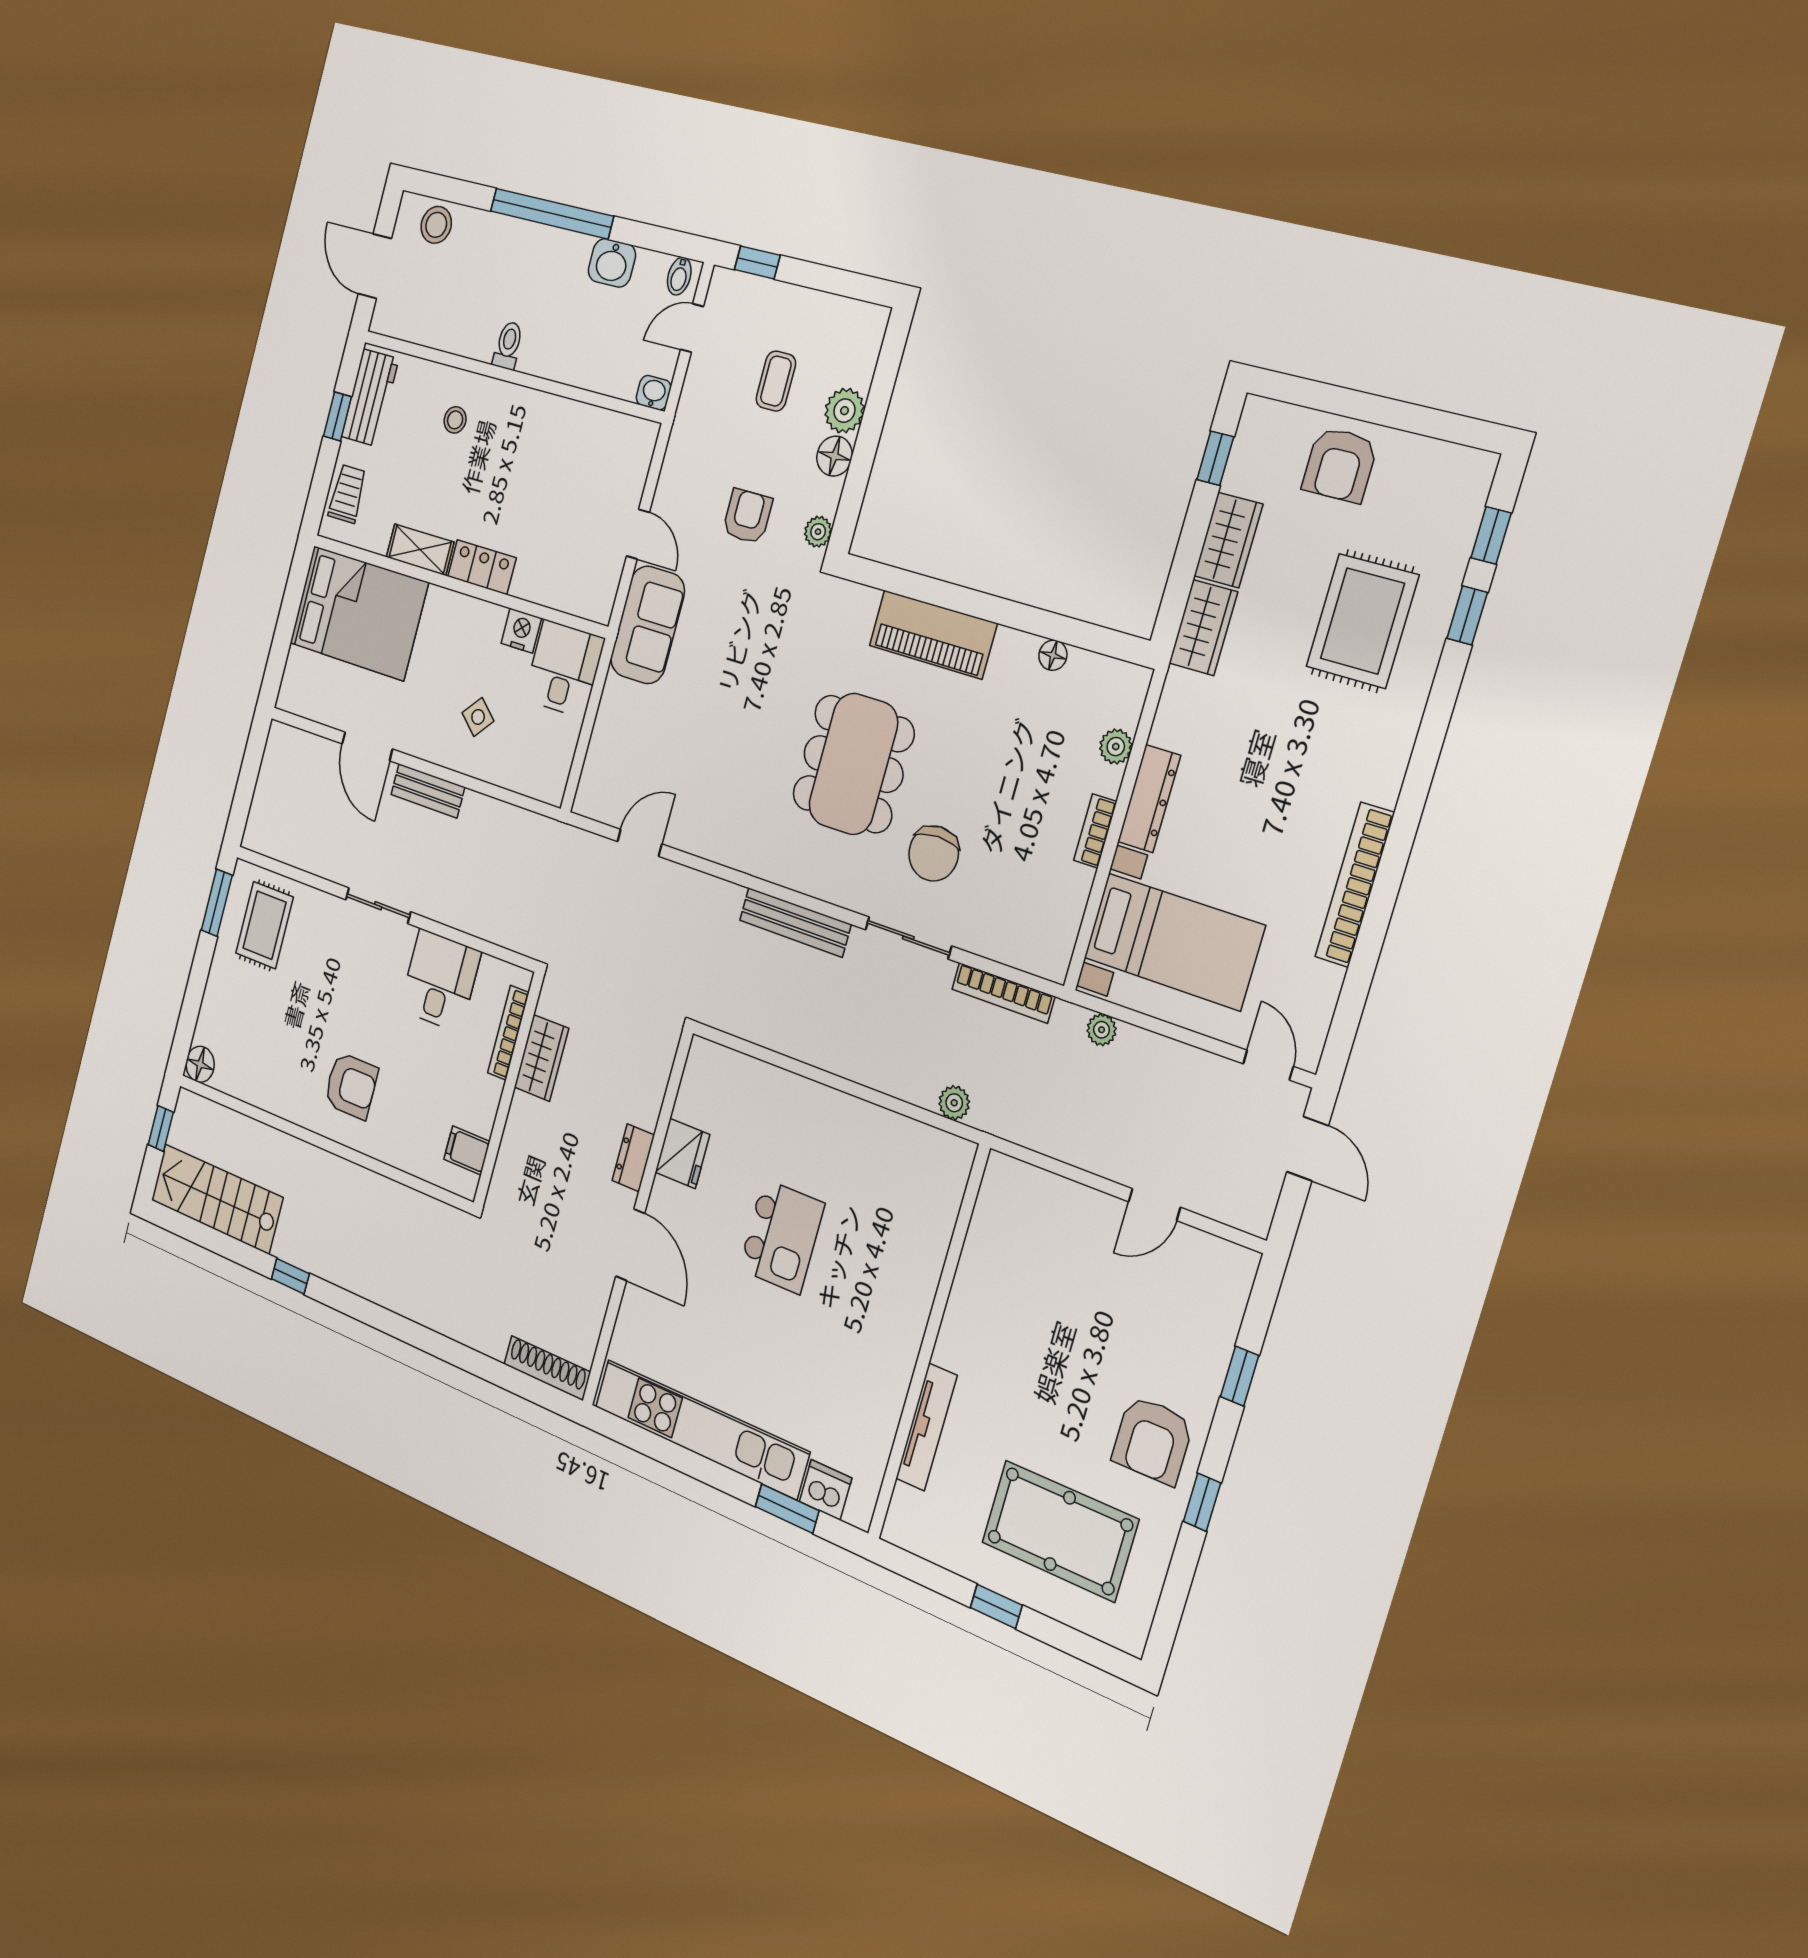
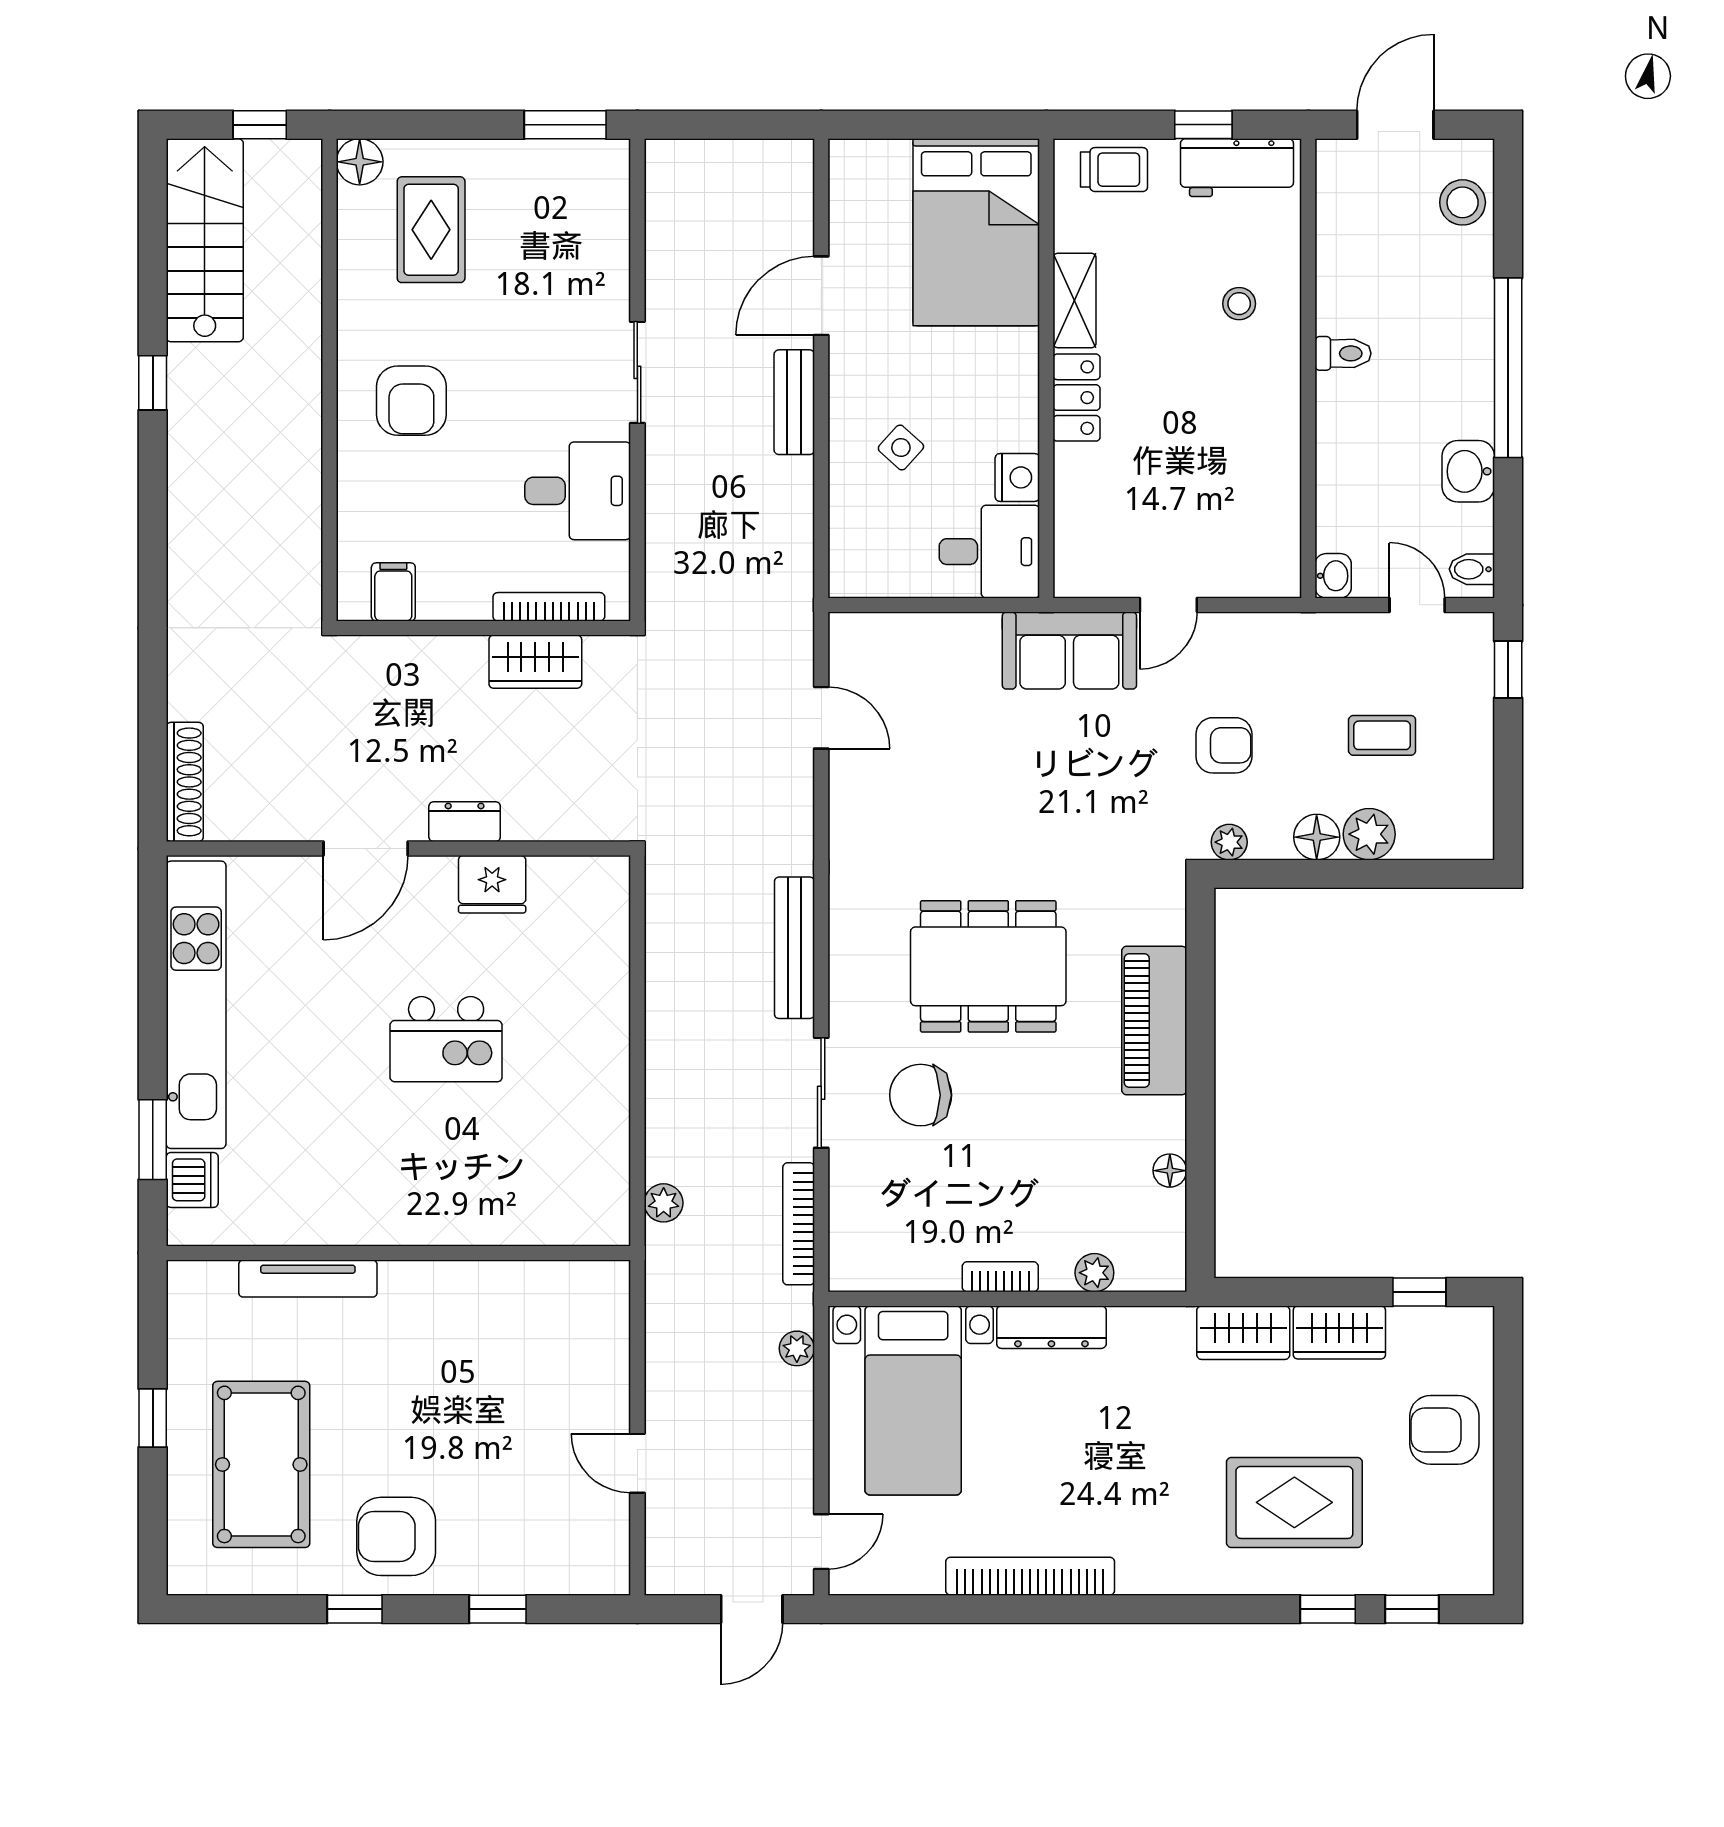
rug: (264, 925) -> (431, 230), moved, turned 90

